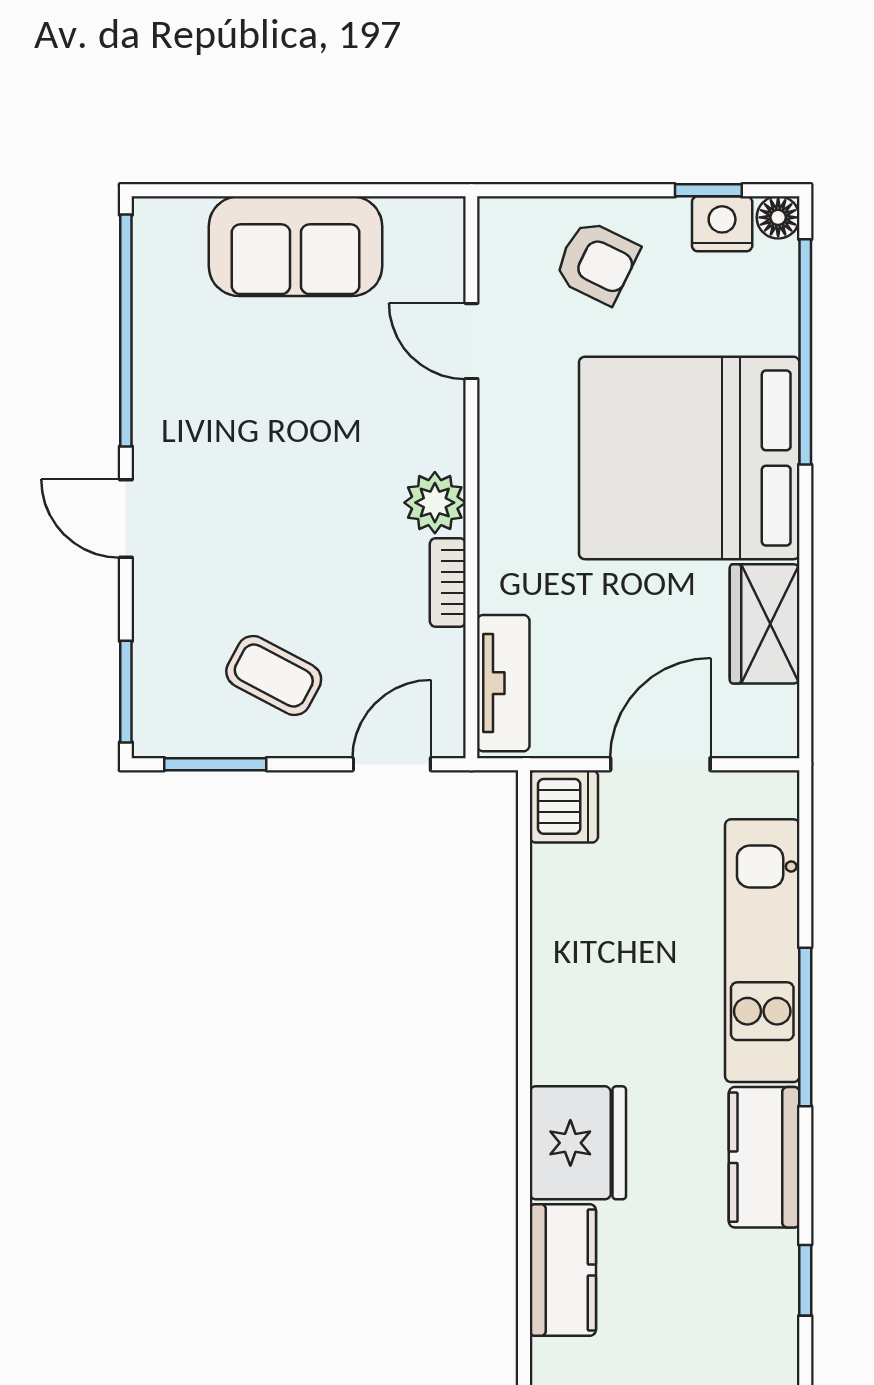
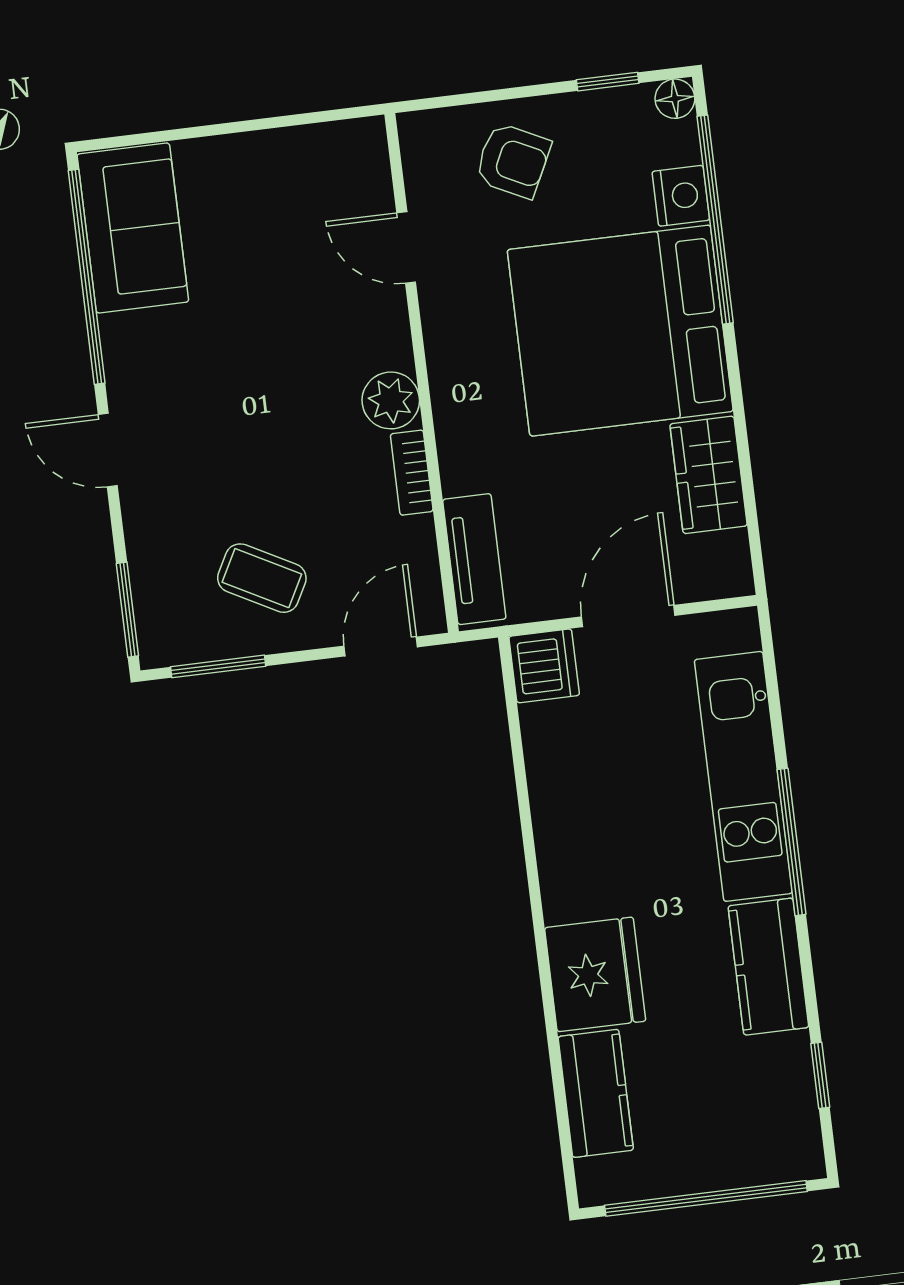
nightstand: (722, 224) -> (681, 196), moved, turned 90
sofa: (295, 246) -> (133, 228), moved, turned -90

